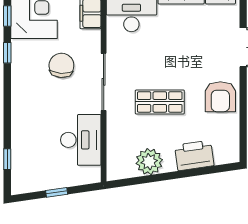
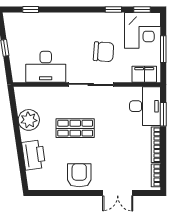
armchair: (220, 97) -> (79, 175), turned 90
shop shelf: (160, 102) -> (75, 128), turned 90

